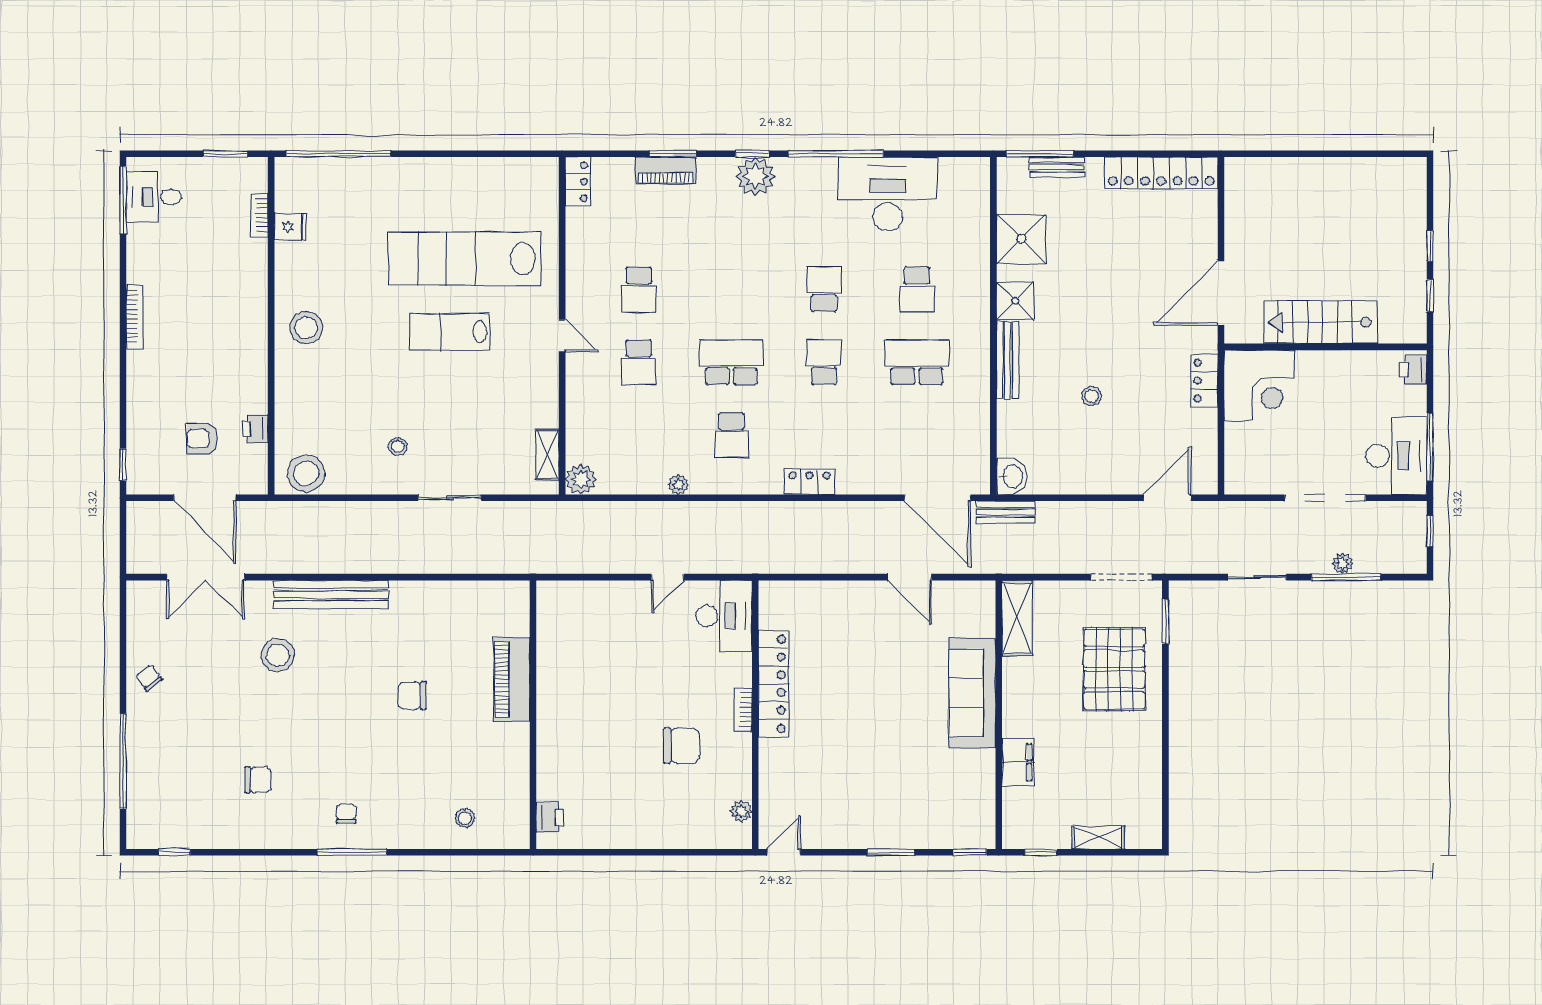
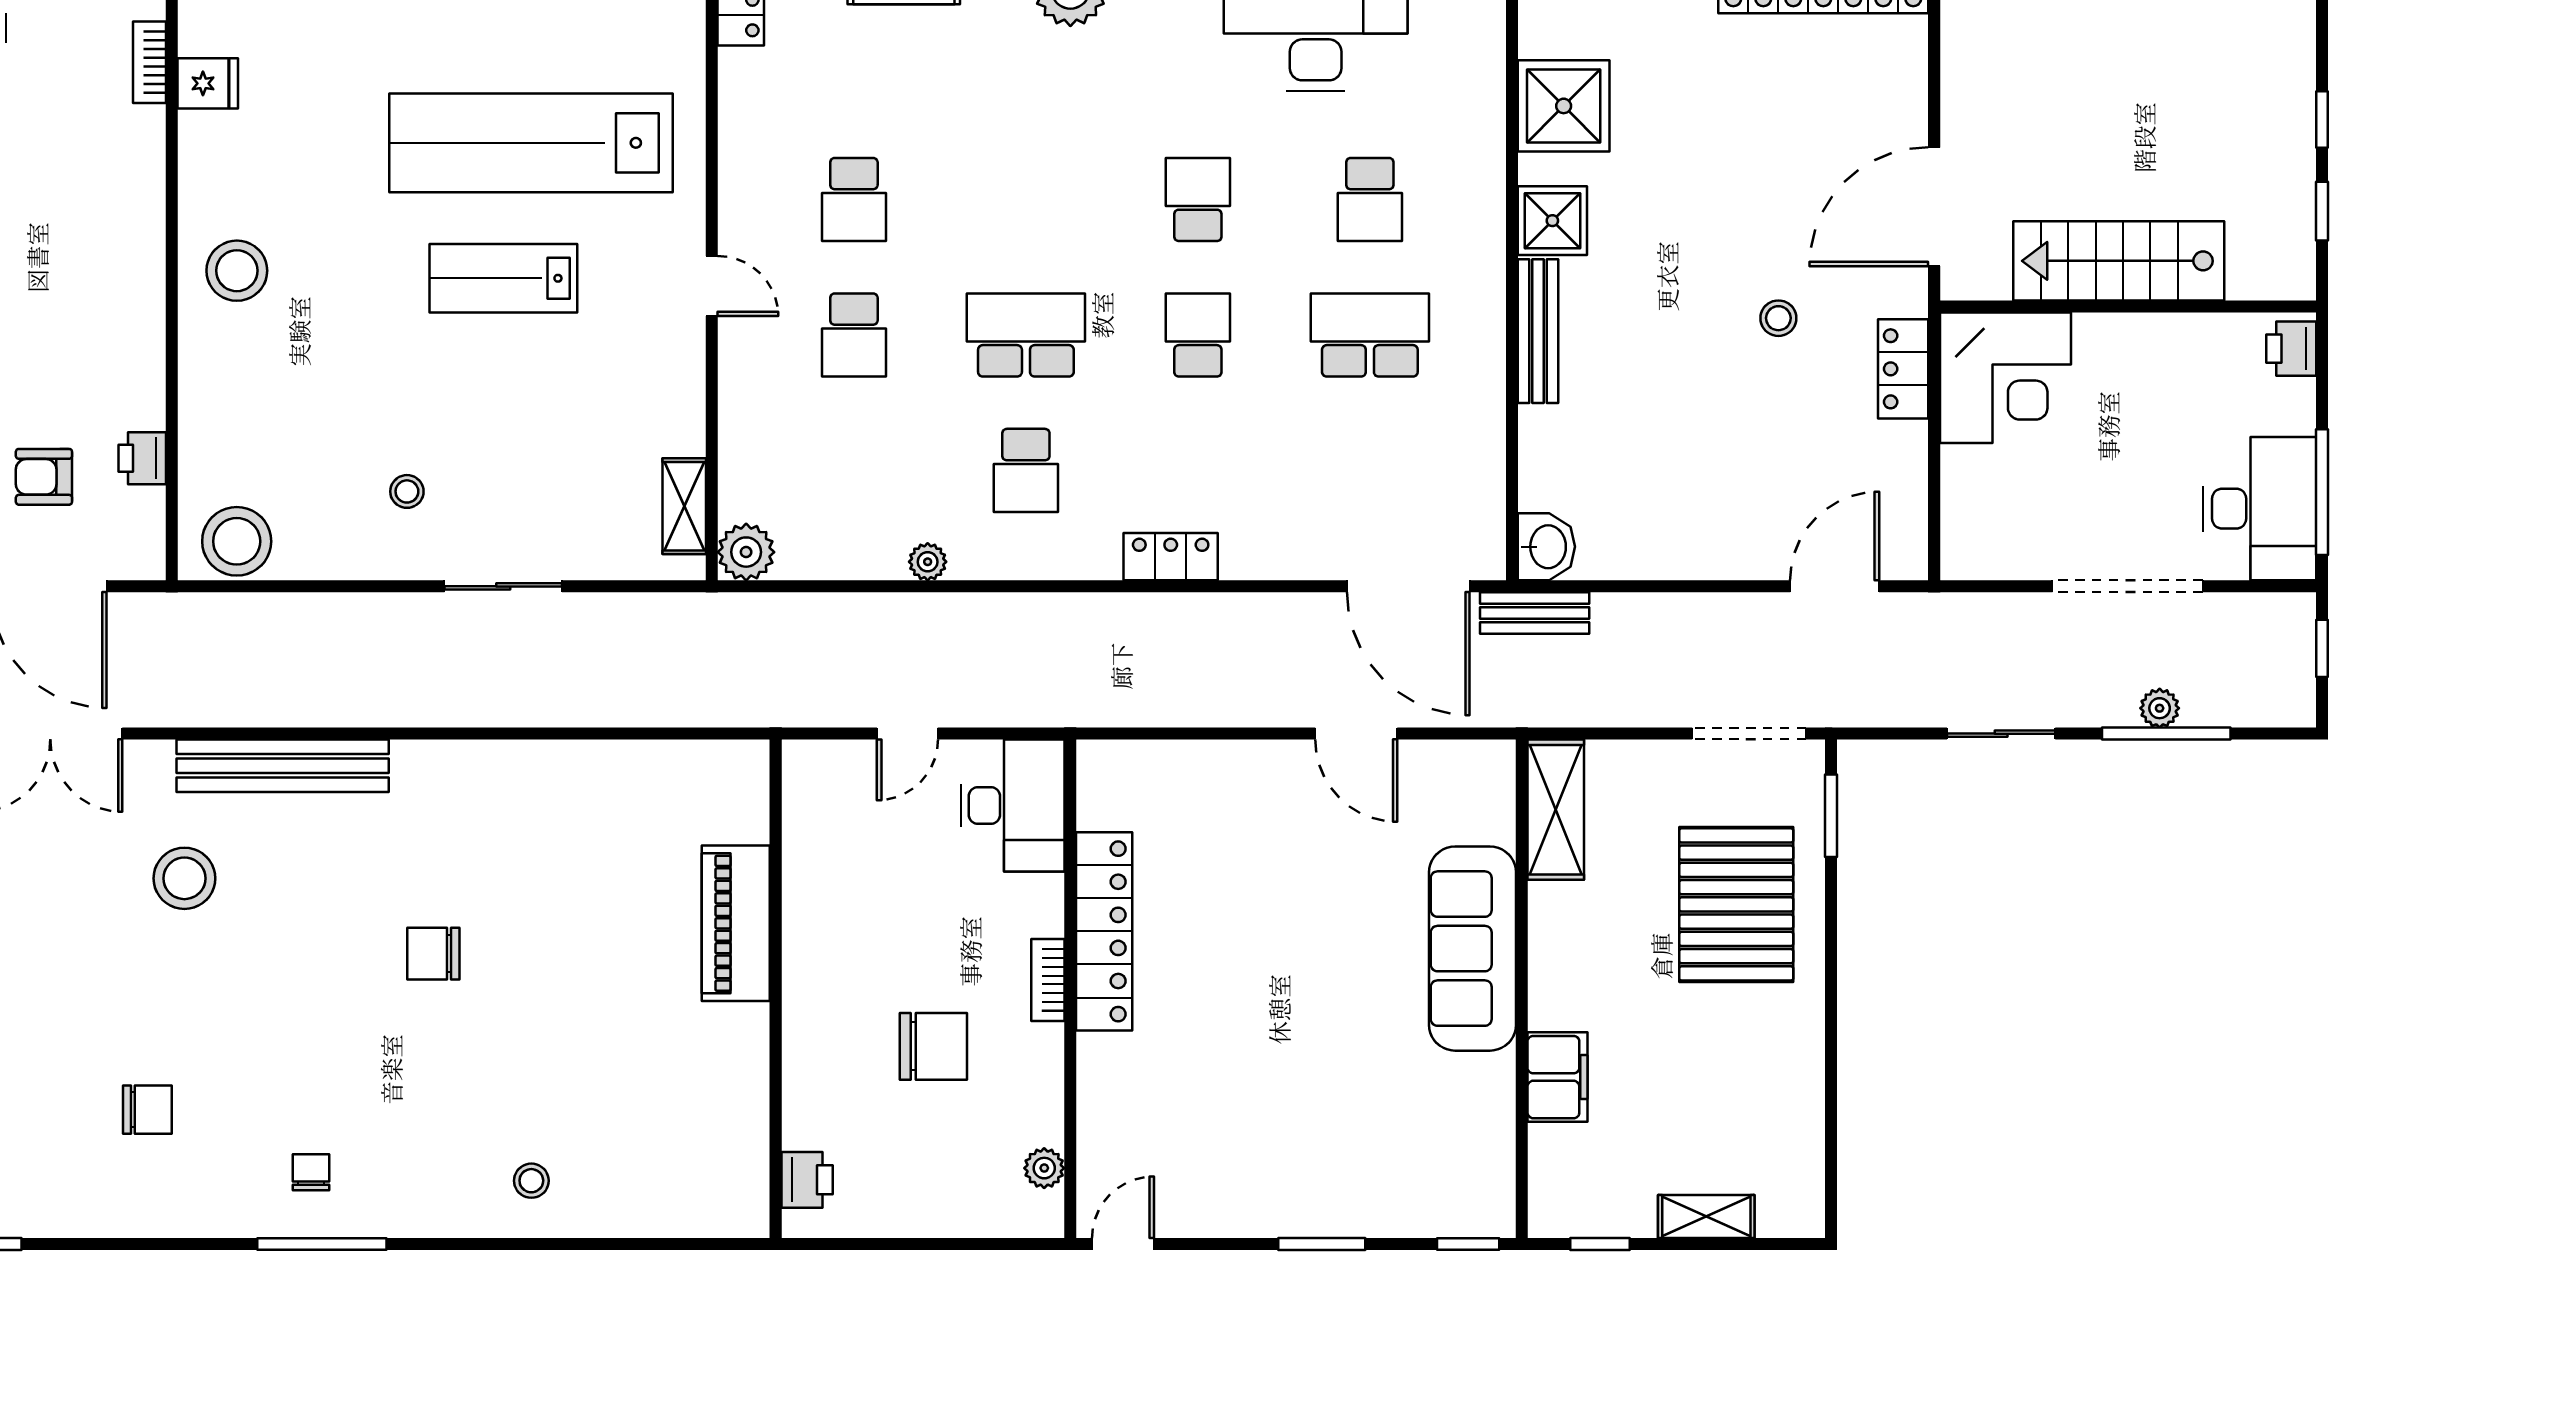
stool: (1091, 396) -> (1778, 318), moved
piano: (512, 679) -> (736, 923), moved
wall: (533, 715) -> (776, 989), moved
printer: (550, 818) -> (807, 1180), moved

